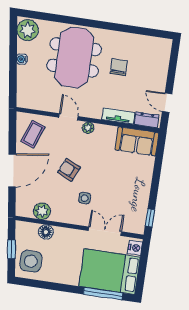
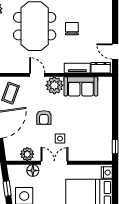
plant: (88, 128) -> (54, 85), width x1.88, depth x1.88
sofa: (137, 141) -> (81, 86), moved
armchair: (69, 170) -> (44, 118), turned -114
double door: (105, 231) -> (54, 163), moved

